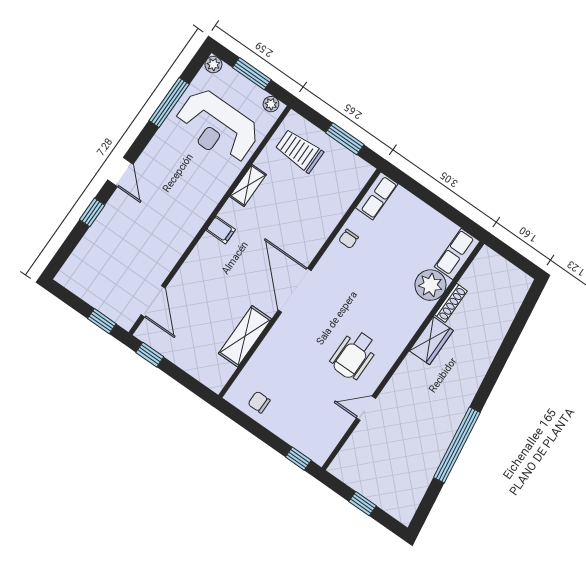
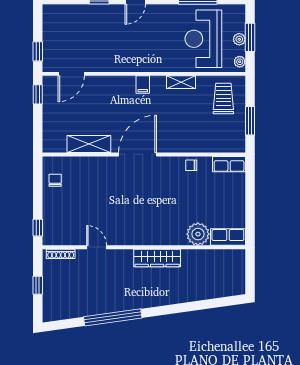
plant: (213, 65) -> (239, 39), moved
shoe rack: (451, 303) -> (61, 254), moved
wardrobe: (431, 341) -> (157, 258), width x1.50
wheelchair: (354, 355) -> (124, 217), removed

